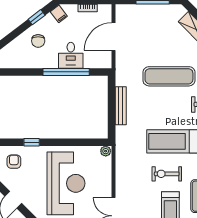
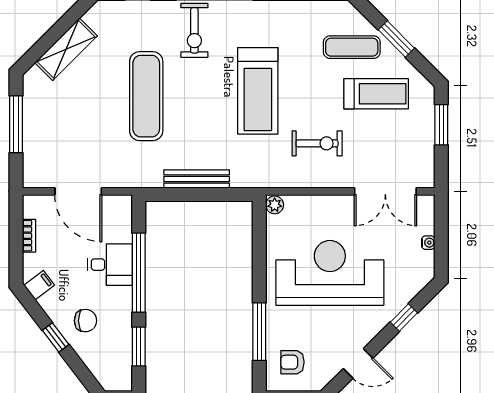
window: (37, 17) -> (56, 337), moved
window: (23, 72) -> (139, 346), added
window: (32, 142) -> (259, 332), width x2.17
exercise bike: (167, 174) -> (317, 143), moved, turned -90

